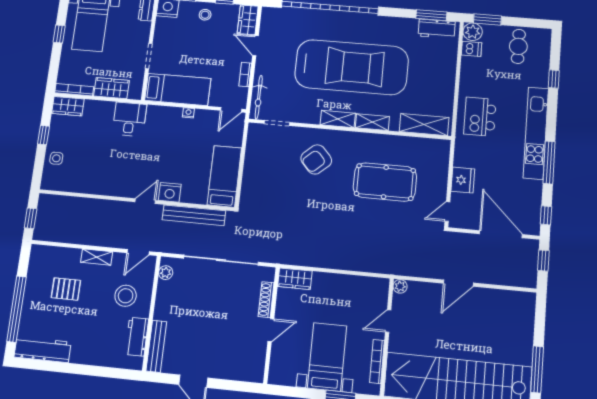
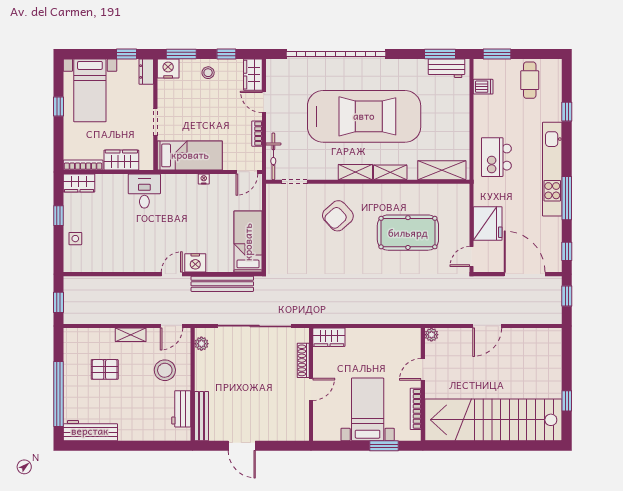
plant: (473, 32) -> (483, 68), removed
fridge: (463, 180) -> (488, 223), width x1.36, depth x1.34
window: (537, 369) -> (567, 401), width x0.46

